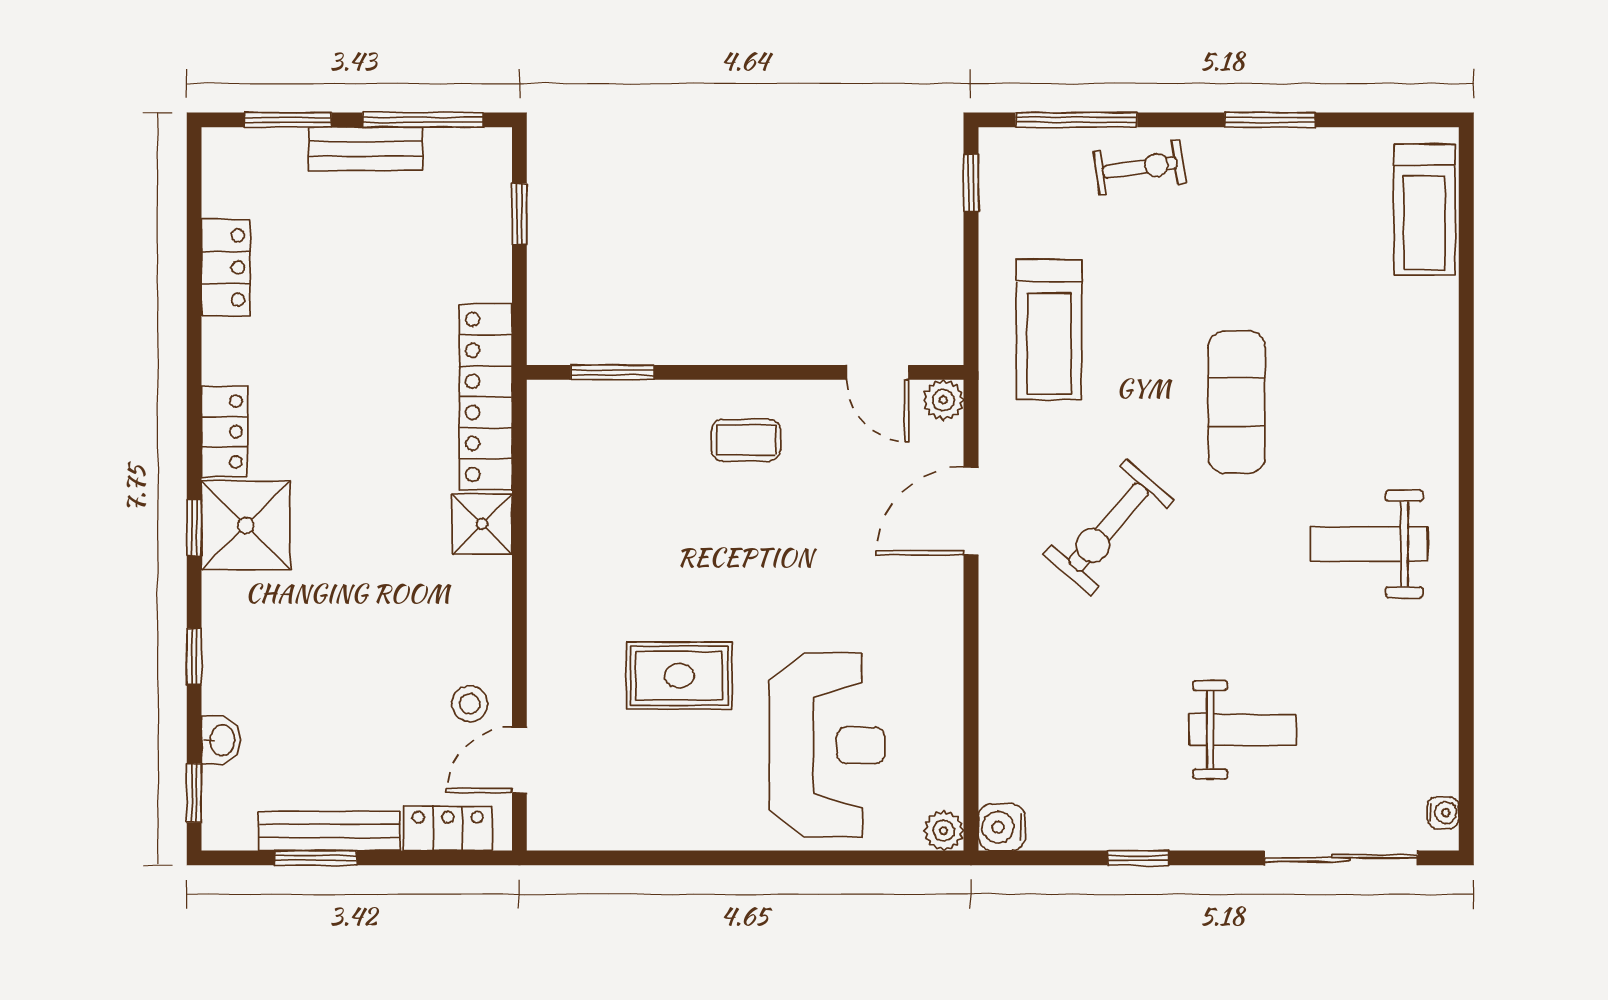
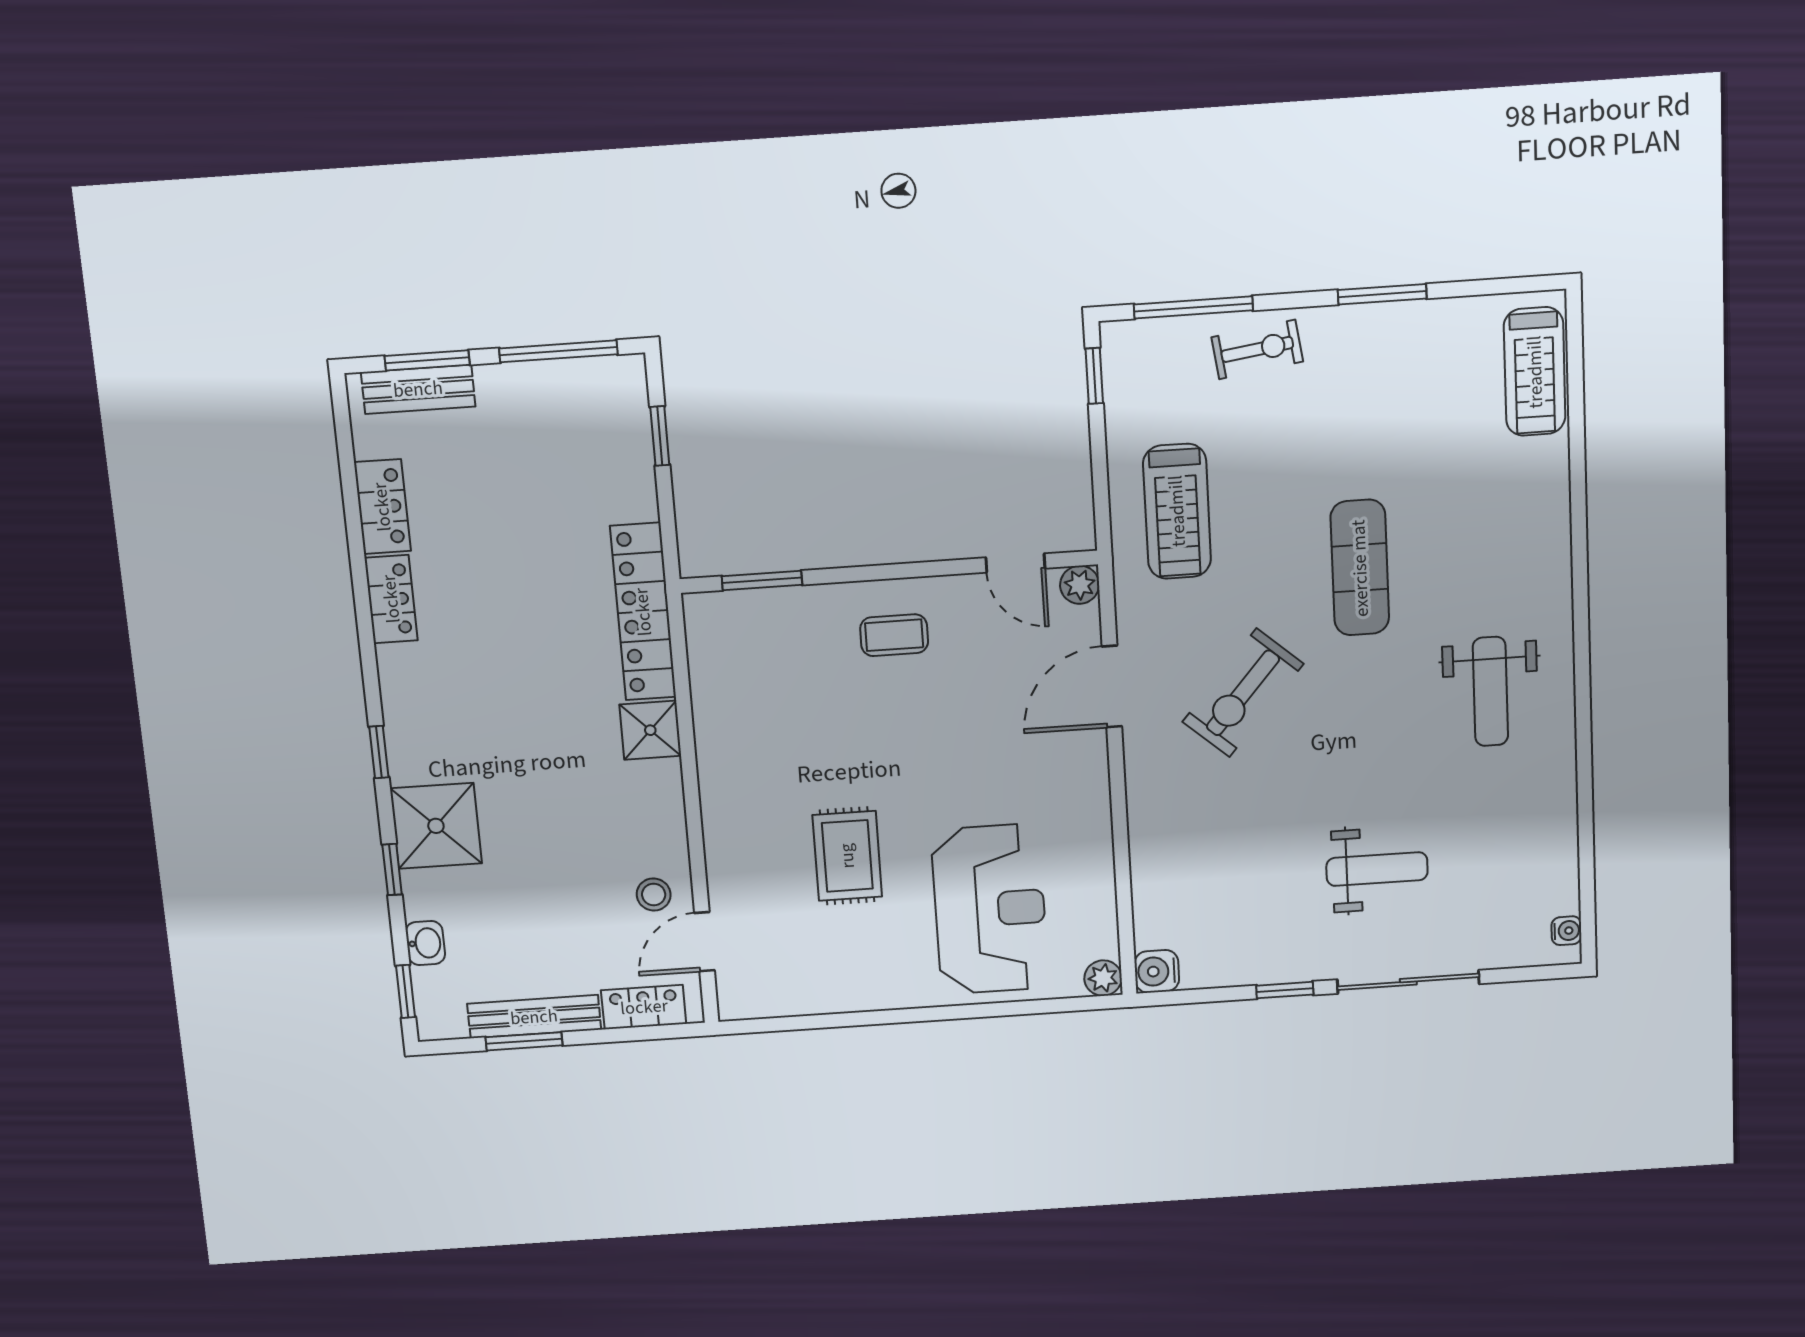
bench: (366, 149) -> (418, 389), moved
locker: (224, 432) -> (391, 599), moved
shower: (246, 525) -> (436, 826), moved
weight bench: (1369, 544) -> (1490, 691), turned -90
rug: (679, 676) -> (847, 856), turned 90
sliding door: (1341, 858) -> (1408, 982), moved

